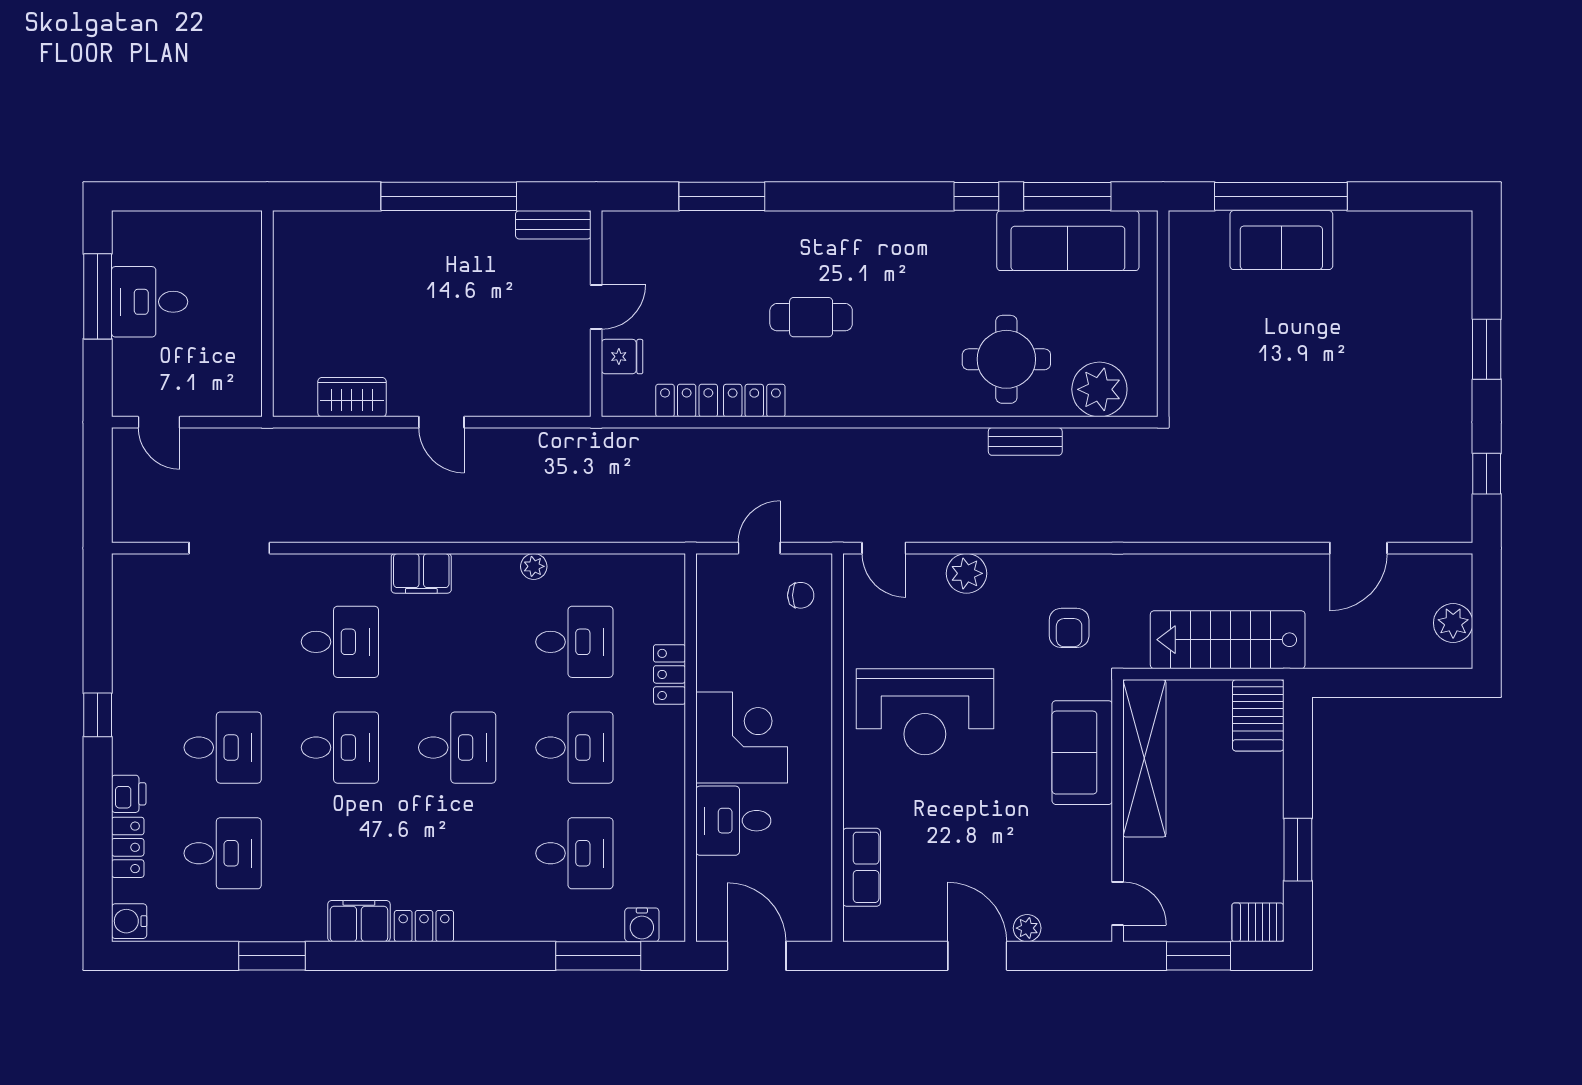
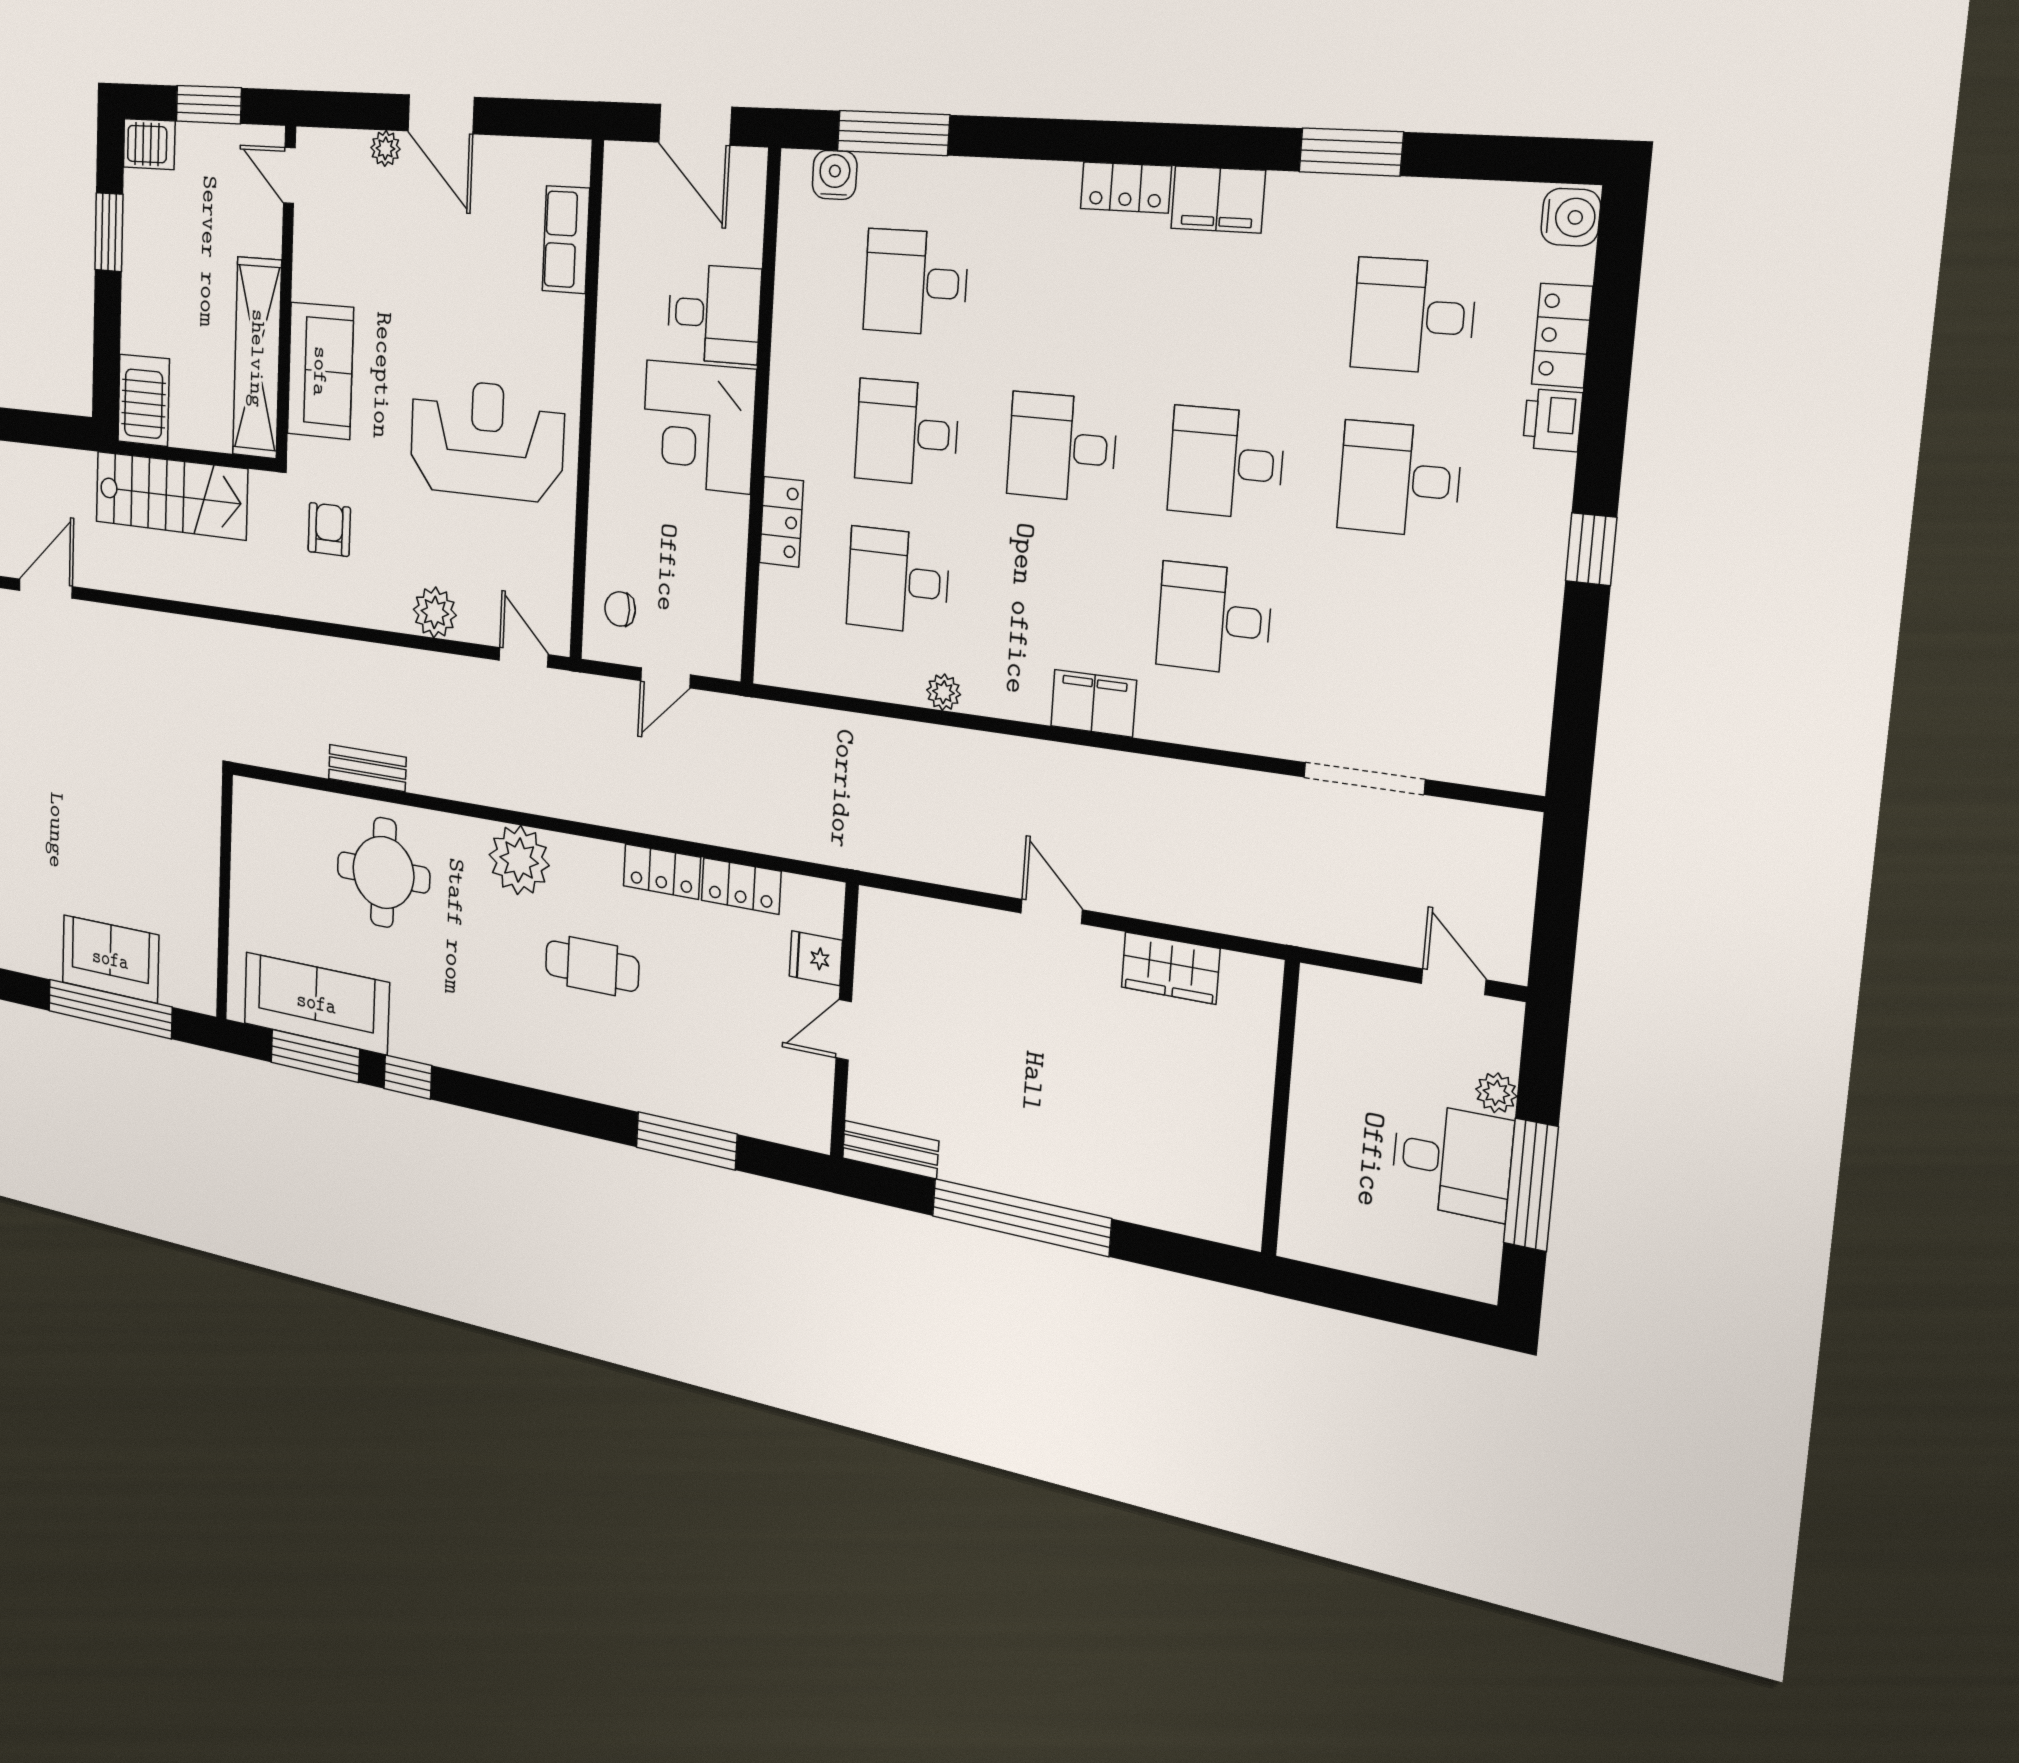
plant: (125, 353) -> (1496, 1093), added
plant: (1099, 389) -> (519, 860), moved

